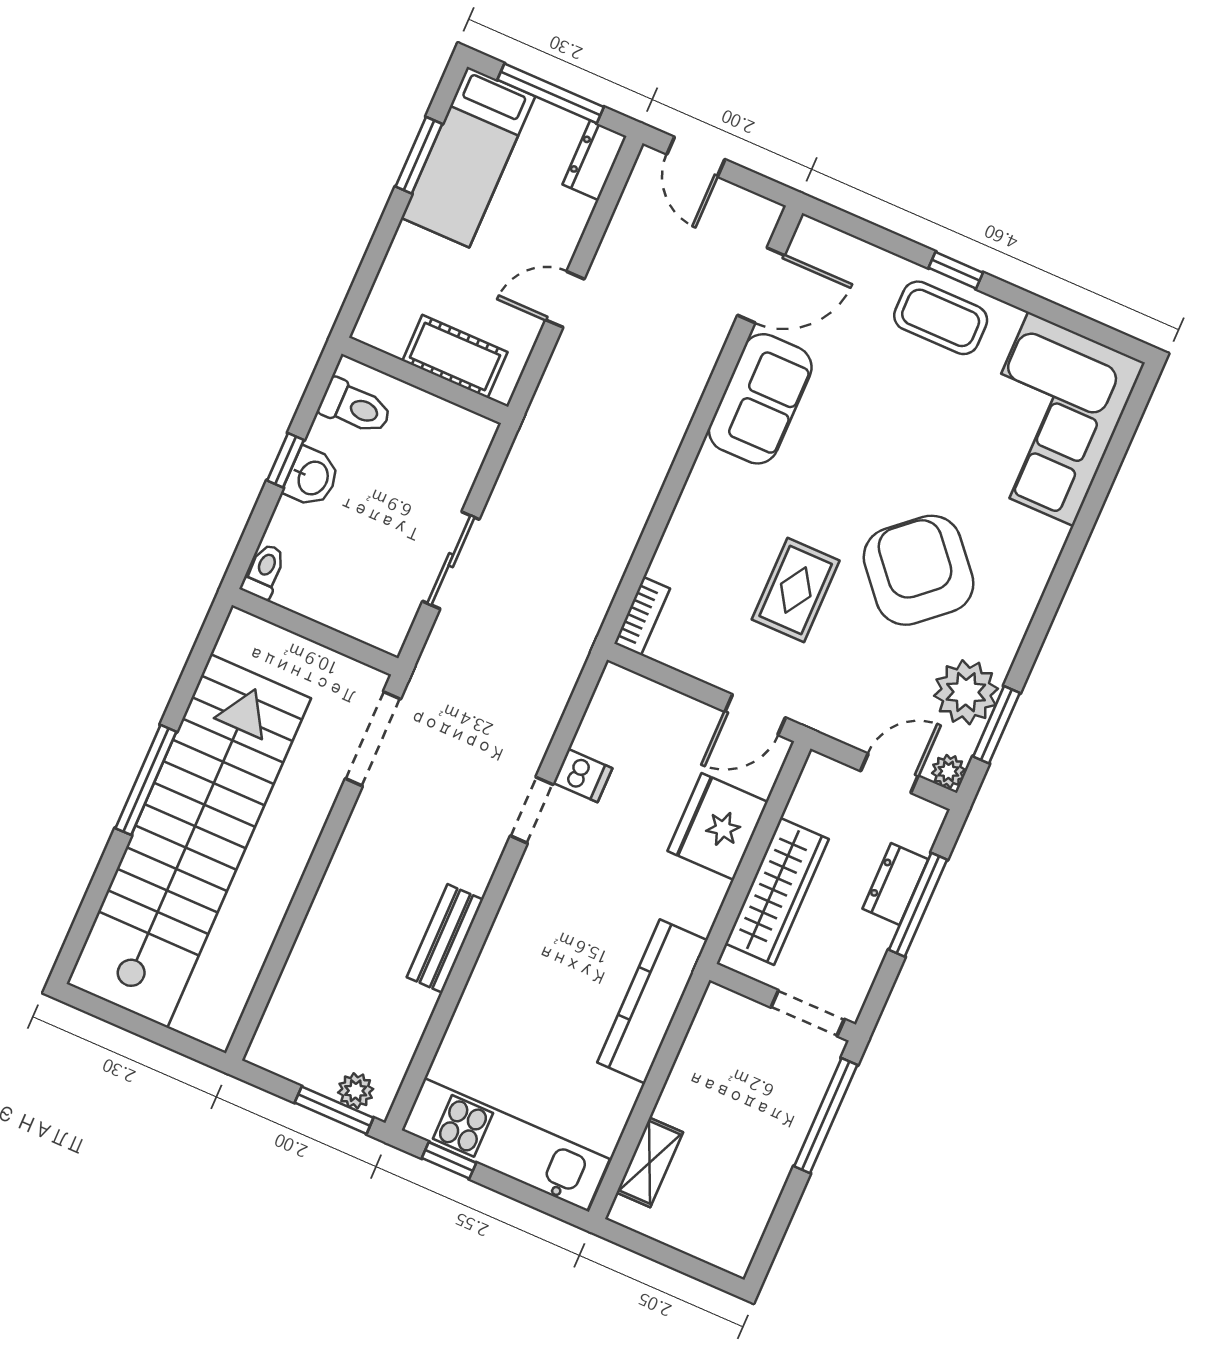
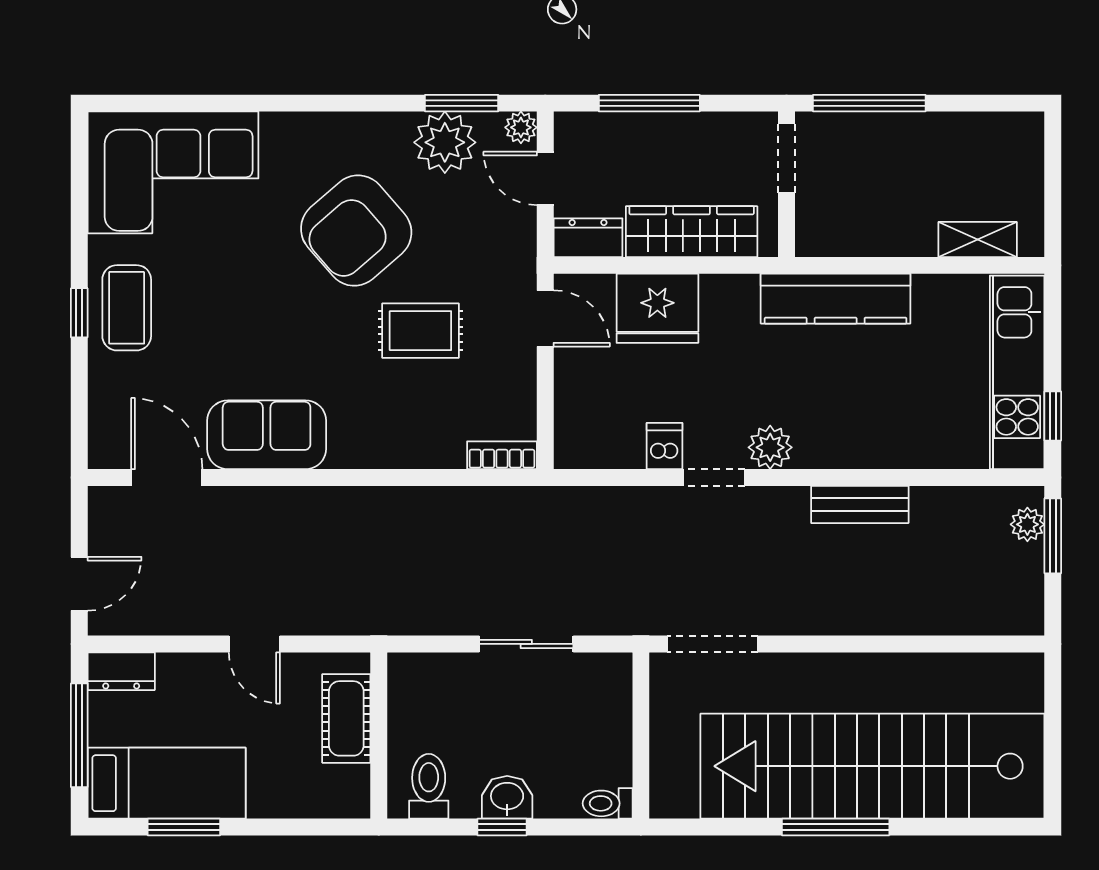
plant: (537, 876) -> (770, 447), added
dresser: (895, 884) -> (588, 238), moved, turned 180

